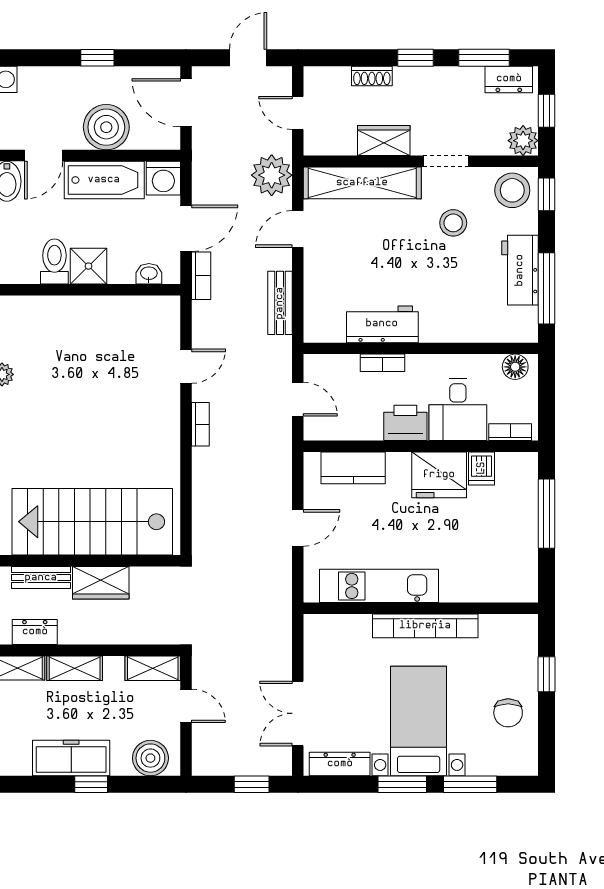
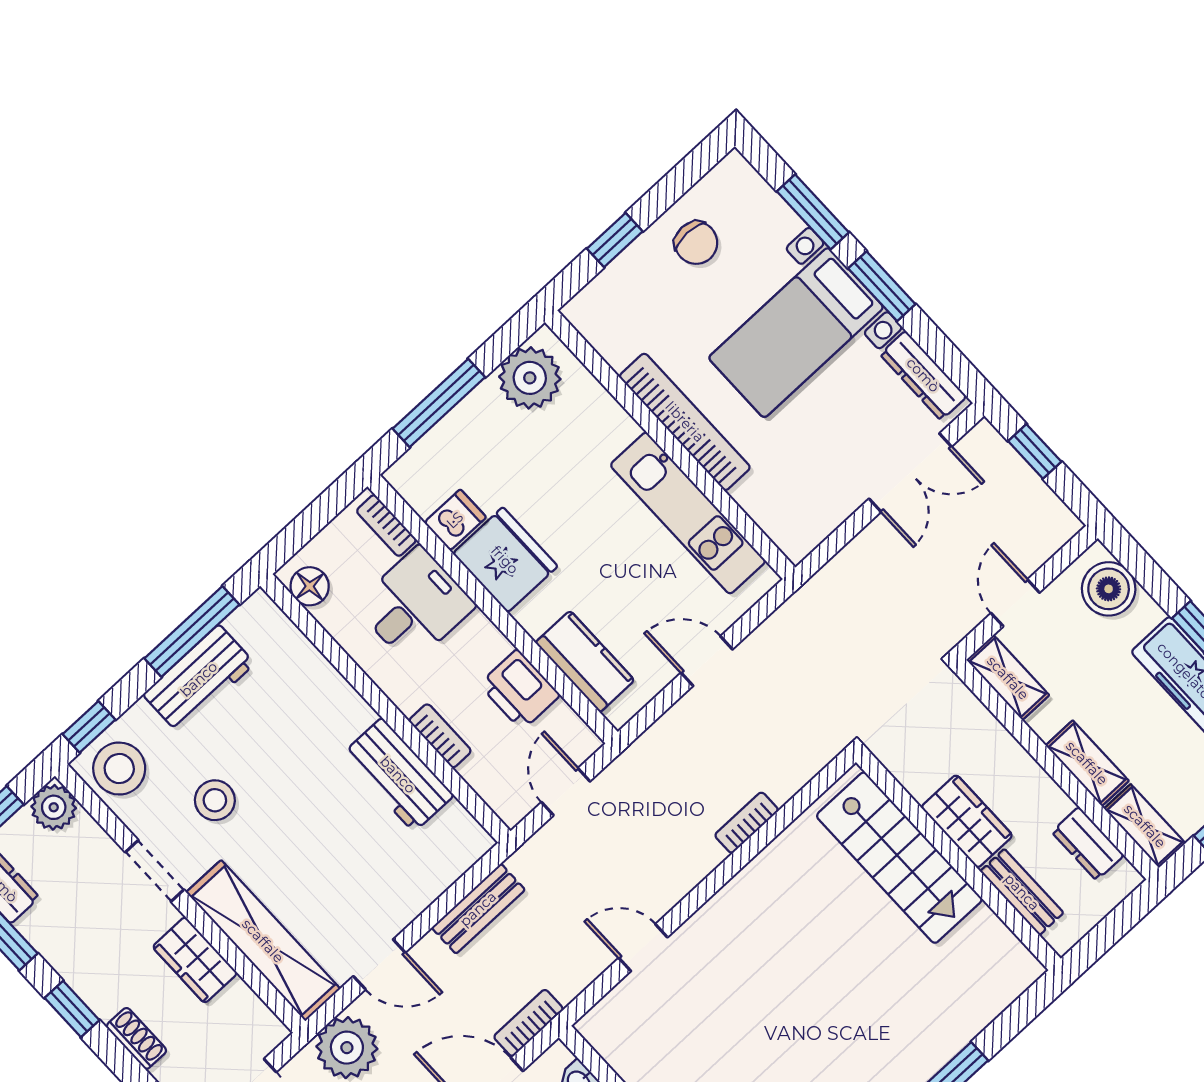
printer: (405, 423) -> (520, 690), moved
bookcase: (200, 424) -> (747, 823), moved
stairs: (92, 522) -> (899, 858), width x0.73, depth x0.66
plant: (517, 570) -> (530, 378), added
chair: (508, 713) -> (696, 243), turned 90

